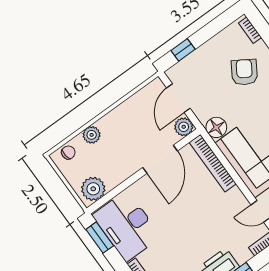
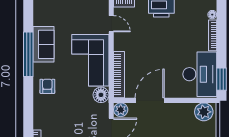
armchair: (244, 72) -> (59, 116), removed

